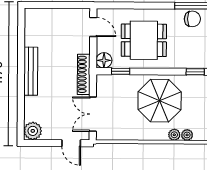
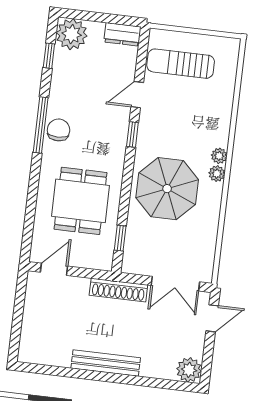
floor lamp: (104, 60) -> (102, 260), removed

